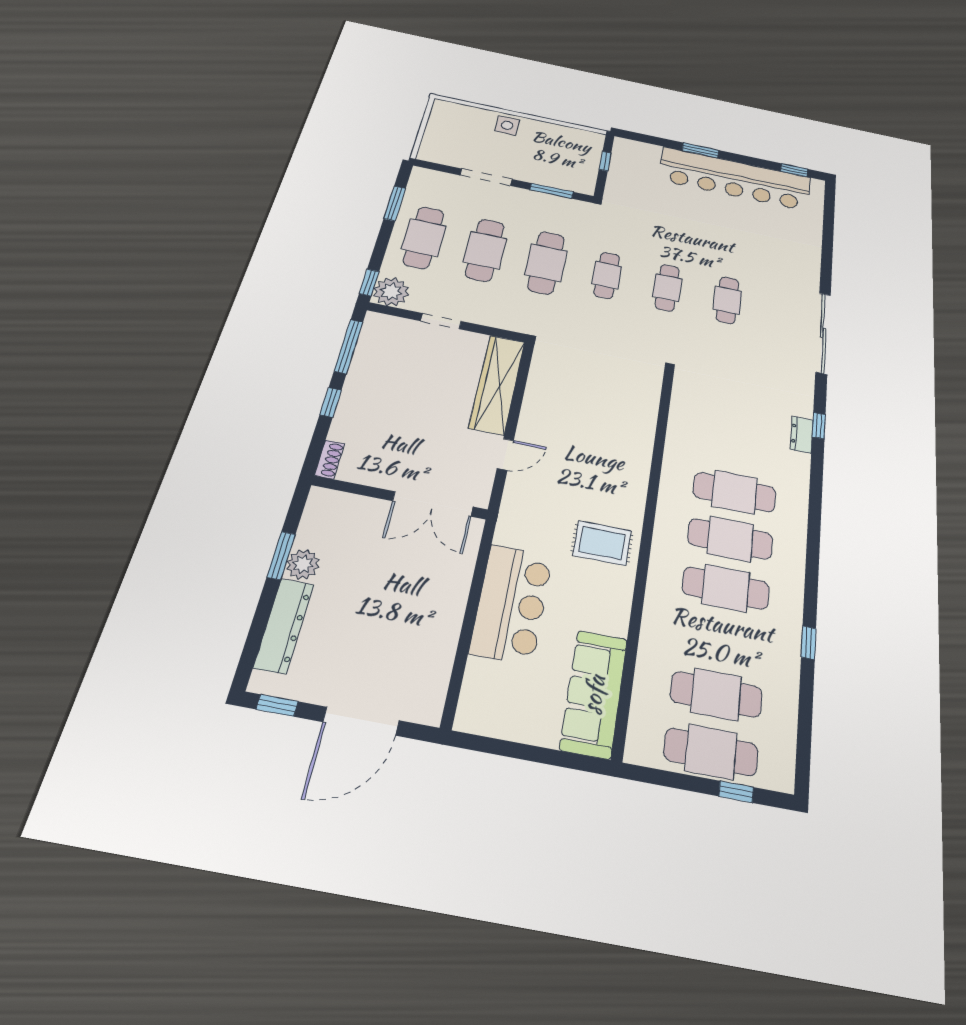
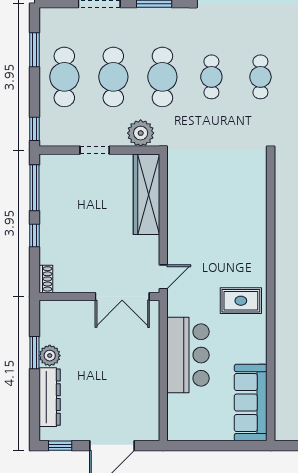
plant: (391, 292) -> (141, 133), moved
door: (505, 454) -> (163, 277), moved

